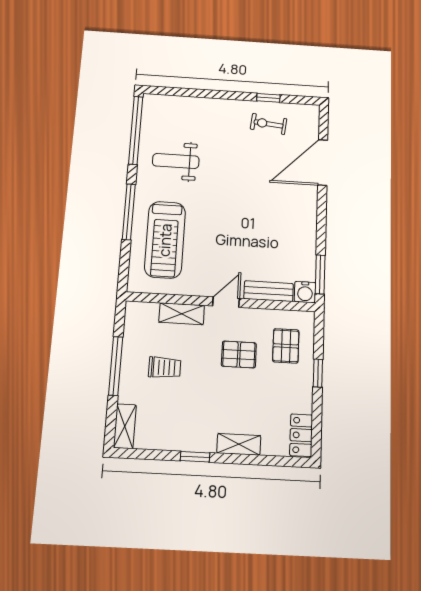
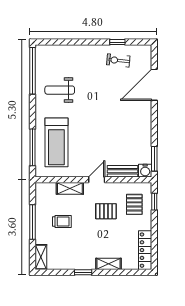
window: (129, 212) -> (33, 147), moved
window: (318, 373) -> (154, 202), moved
locker: (301, 435) -> (145, 250), width x1.53

